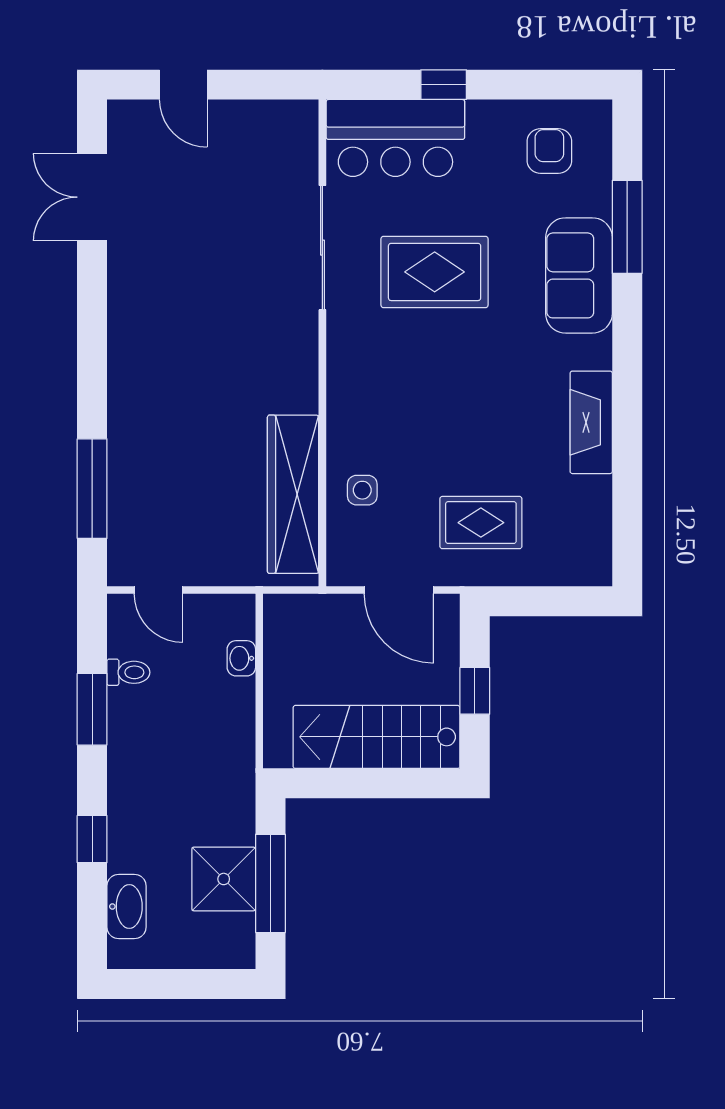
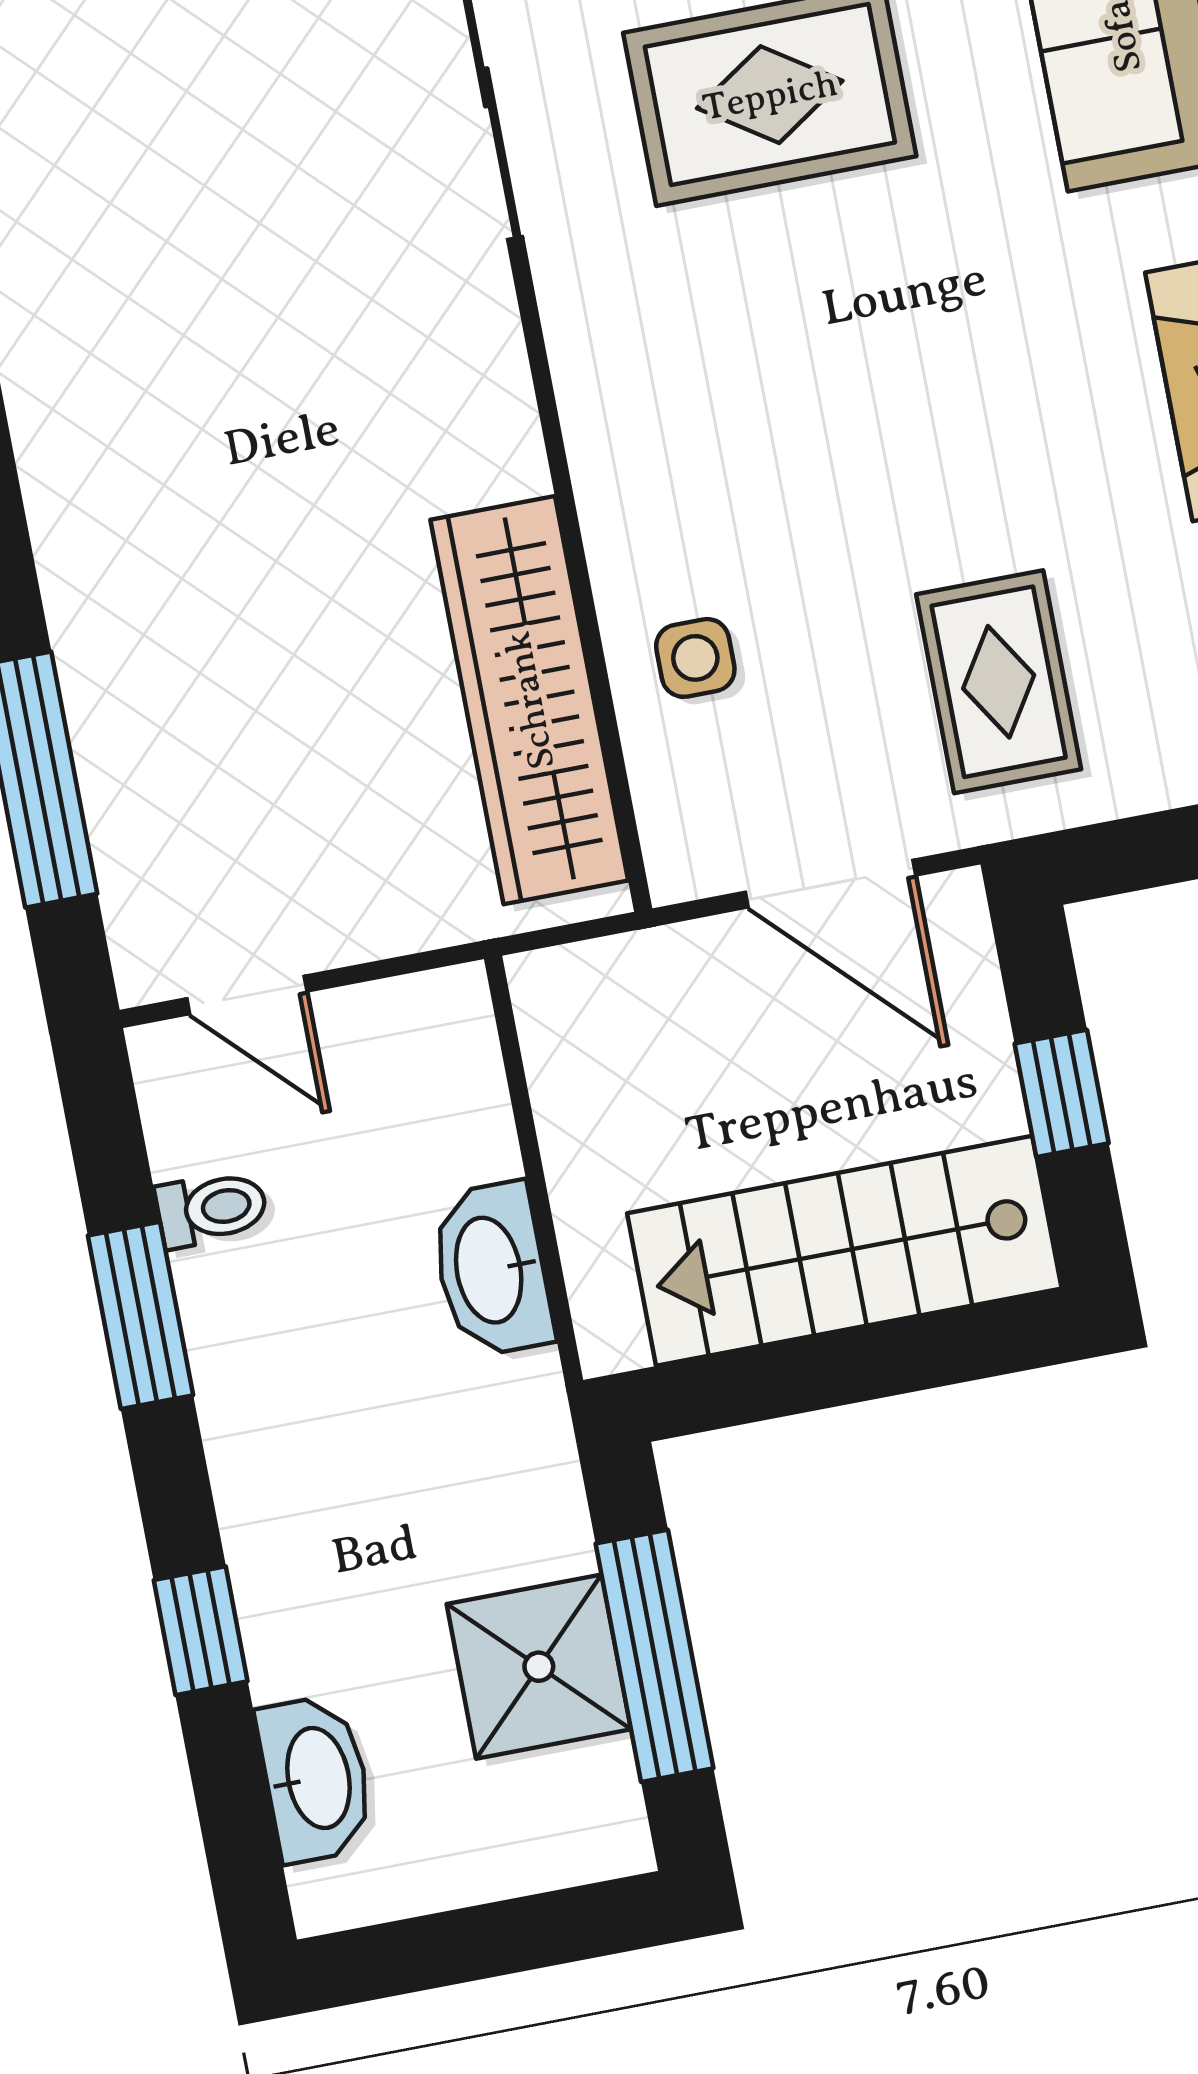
rug: (481, 523) -> (999, 682), turned 90
washbasin: (241, 658) -> (492, 1270), moved, width x1.91, depth x1.45

